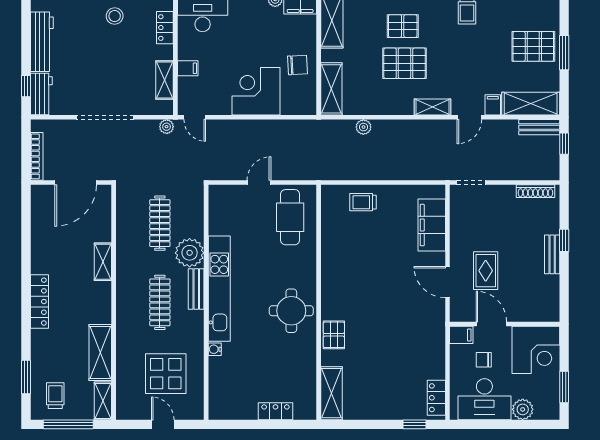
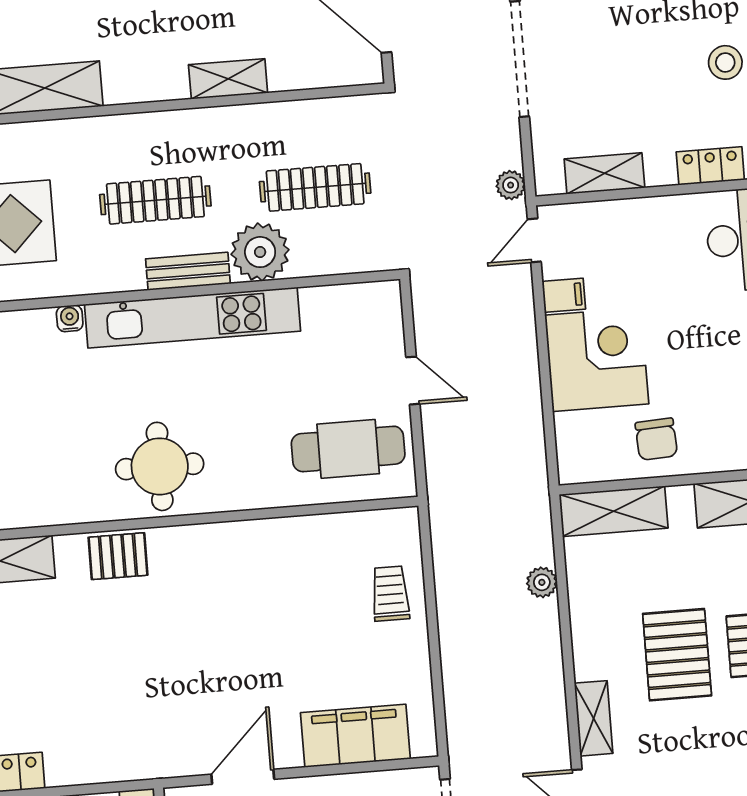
filing cabinet: (188, 68) -> (564, 295), moved, turned -90

